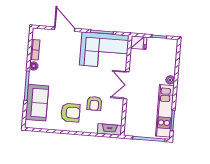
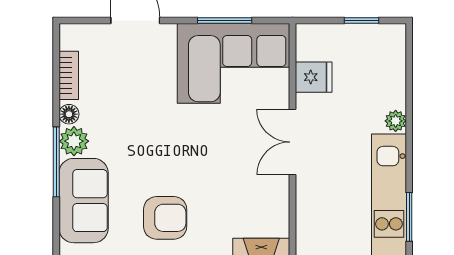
fridge: (139, 43) -> (314, 77), moved
plant: (35, 77) -> (74, 141), added
armchair: (94, 103) -> (220, 191), removed

